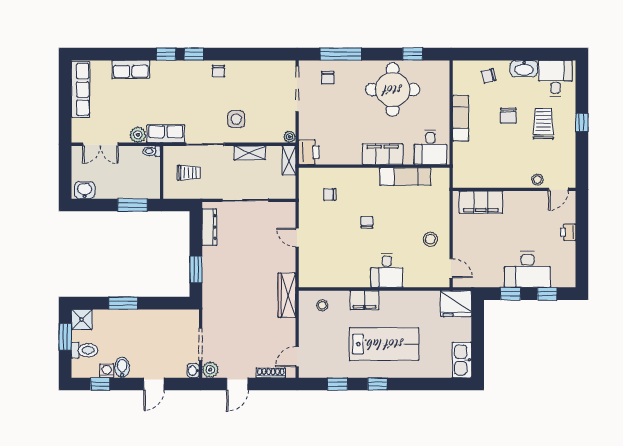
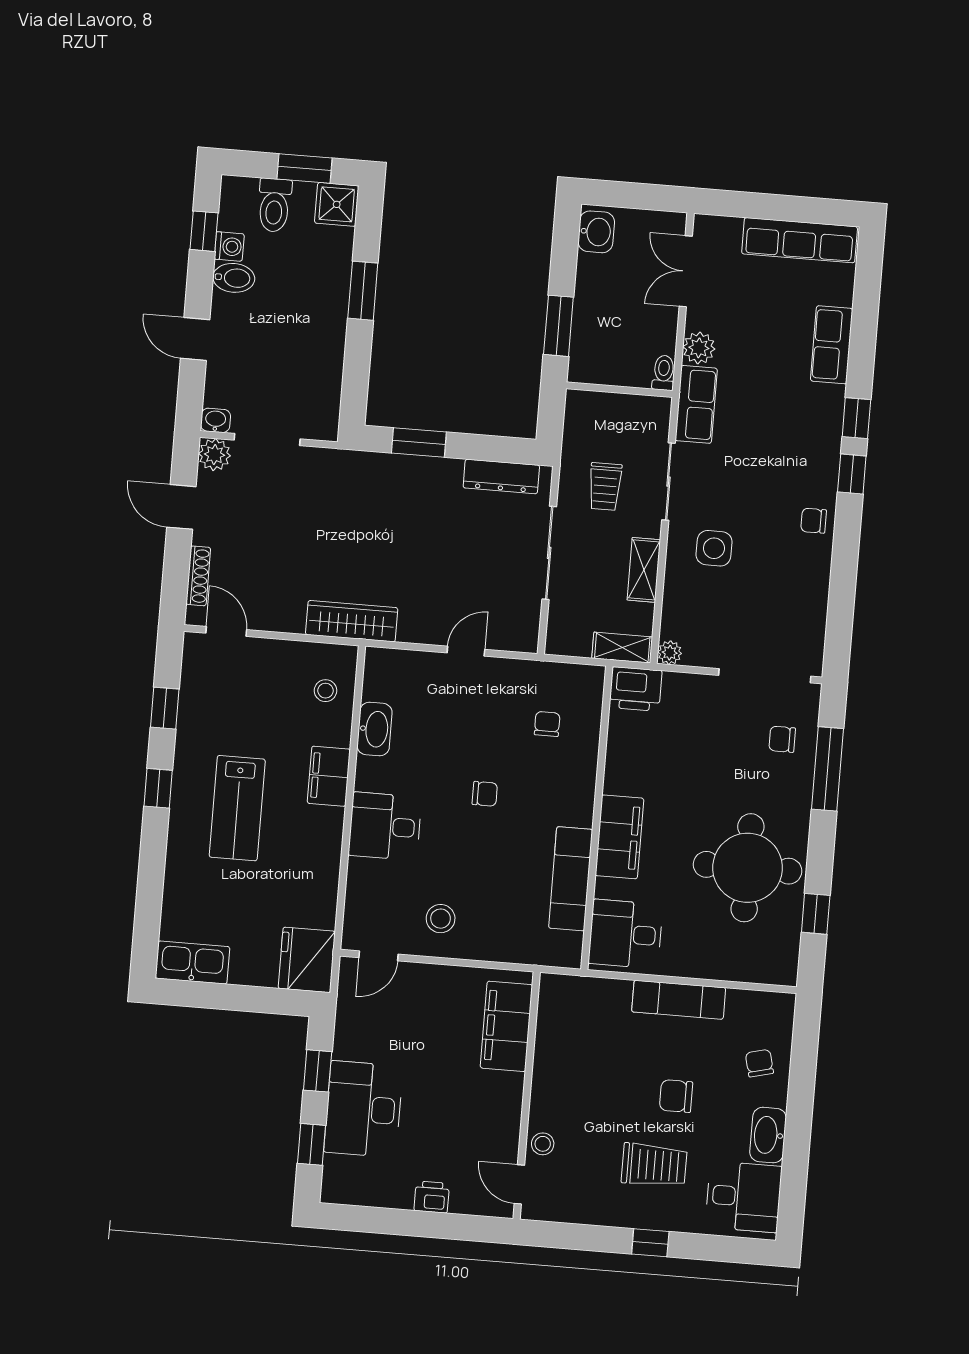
trolley: (189, 173) -> (605, 487), moved
washbasin: (339, 279) -> (375, 729), added
lab bench: (384, 344) -> (237, 808), width x0.73, depth x0.72

